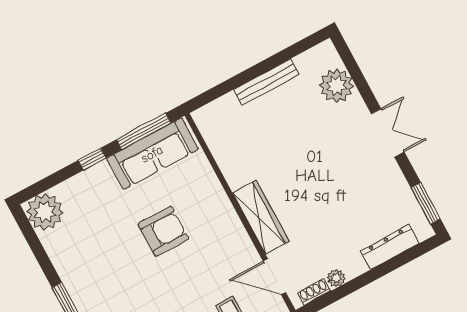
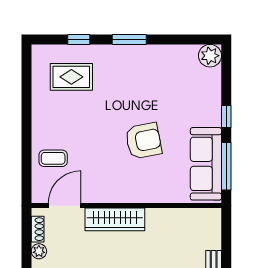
plant: (45, 212) -> (210, 56), width x0.73, depth x0.73
armchair: (163, 231) -> (143, 141), turned -101

